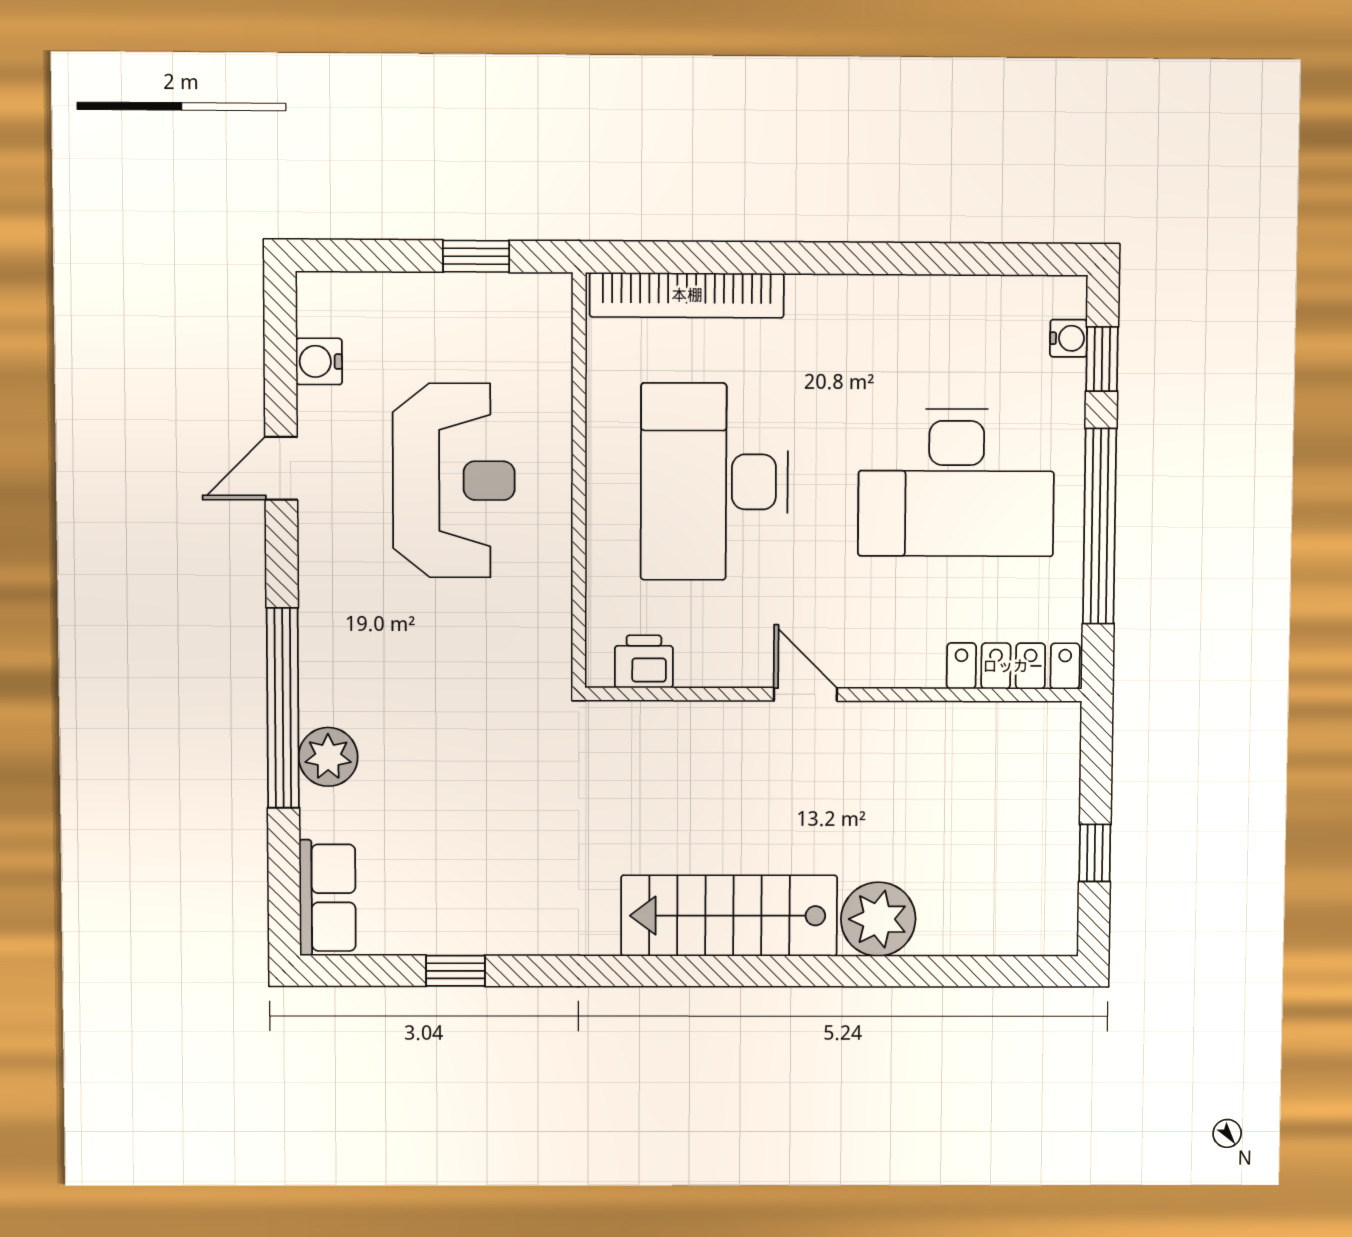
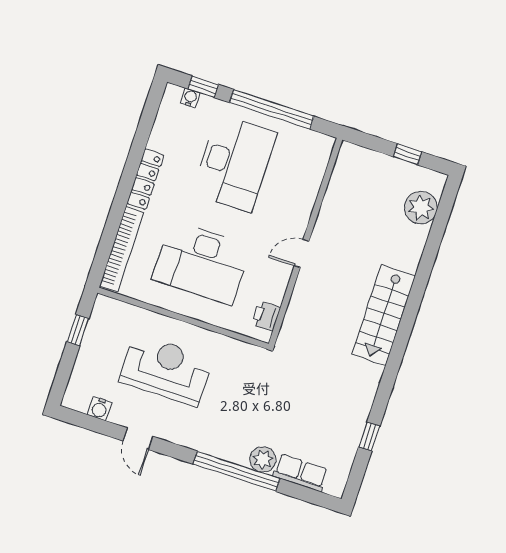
locker: (1013, 666) -> (145, 179), moved, turned 180
row of seats: (327, 898) -> (301, 473), moved
plant: (878, 919) -> (421, 208), moved

